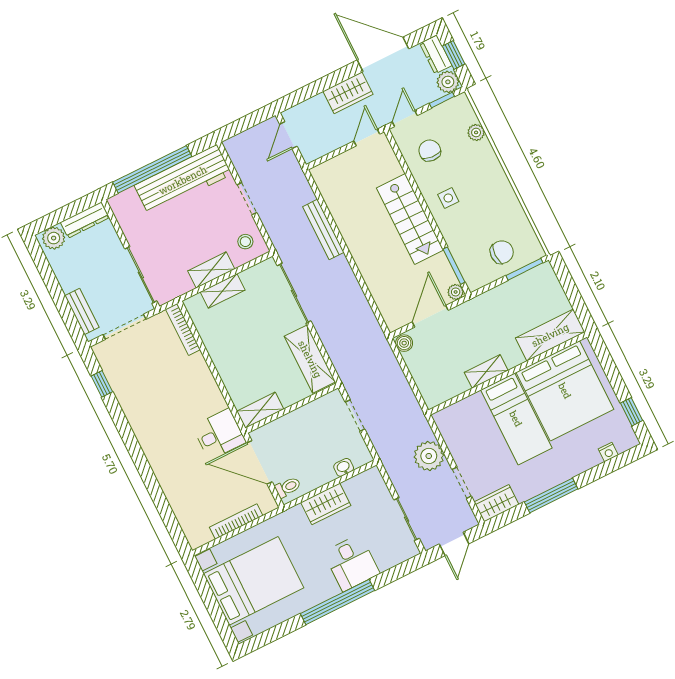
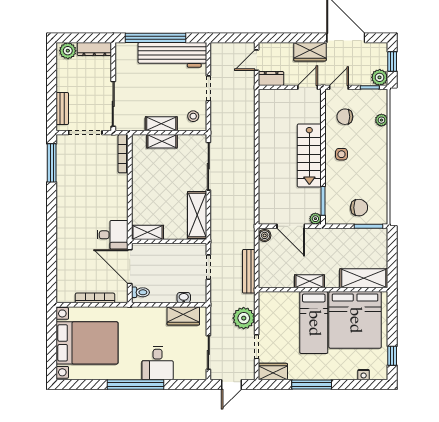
dresser: (436, 55) -> (271, 78), moved, turned 90
chair: (430, 151) -> (345, 117), turned -95
bench: (323, 229) -> (249, 271), moved
door: (430, 316) -> (291, 226), swing flipped
window: (102, 384) -> (52, 163), width x2.17
wardrobe: (326, 504) -> (183, 316), moved

